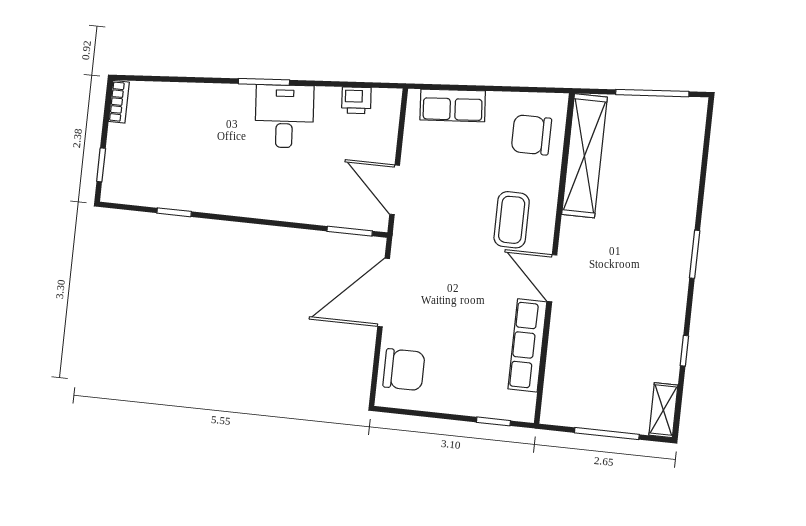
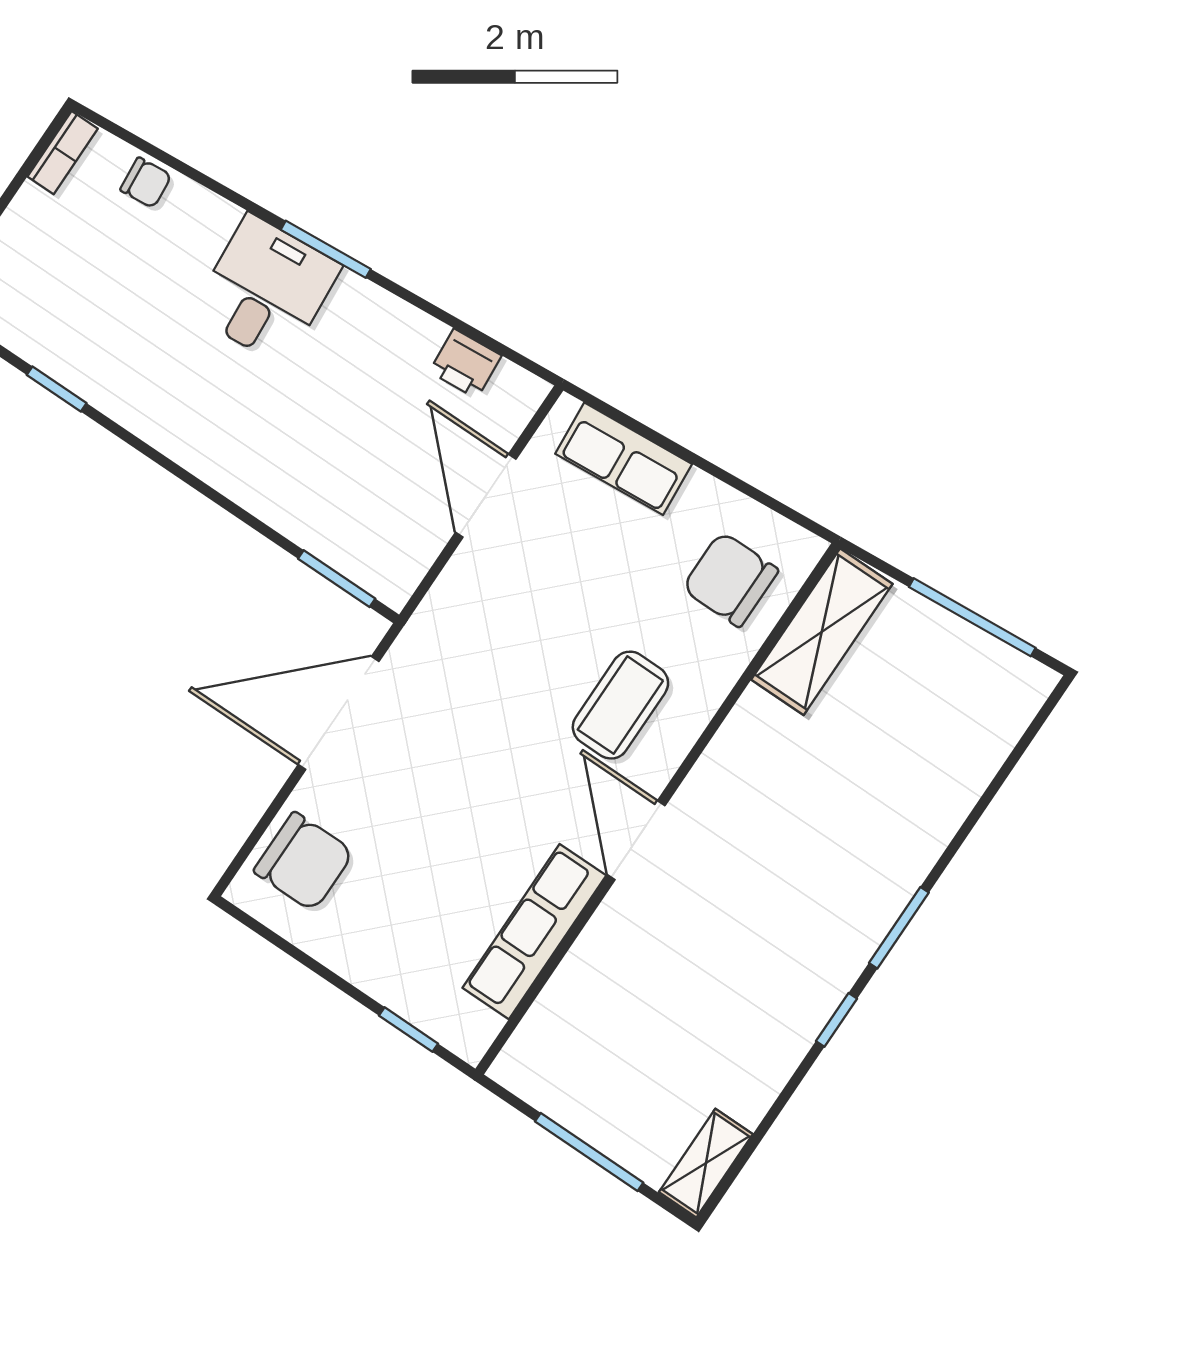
chair: (165, 95) -> (146, 183), added
desk: (284, 116) -> (266, 290), moved
shelving: (584, 156) -> (822, 632), width x0.68
door: (395, 190) -> (486, 496), moved
window: (684, 351) -> (837, 1020), moved

